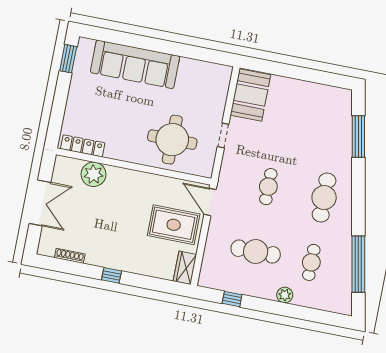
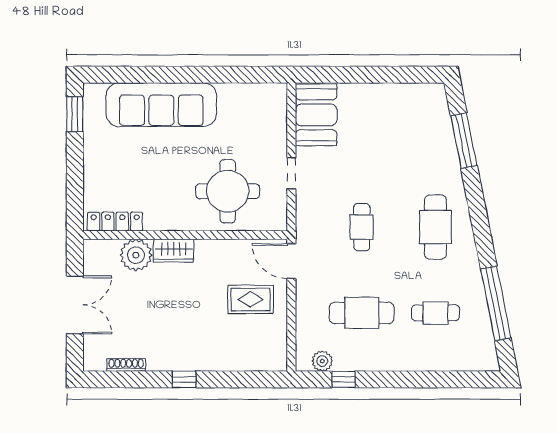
rug: (174, 225) -> (251, 299), width x0.73, depth x0.70
cafe table: (311, 262) -> (435, 313), turned 90
wardrobe: (185, 268) -> (174, 251), moved, turned -90
plant: (285, 295) -> (322, 361), moved

